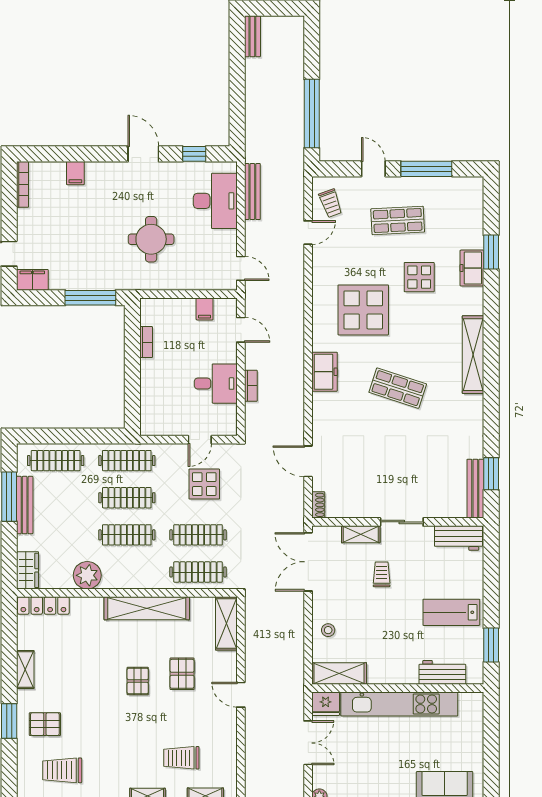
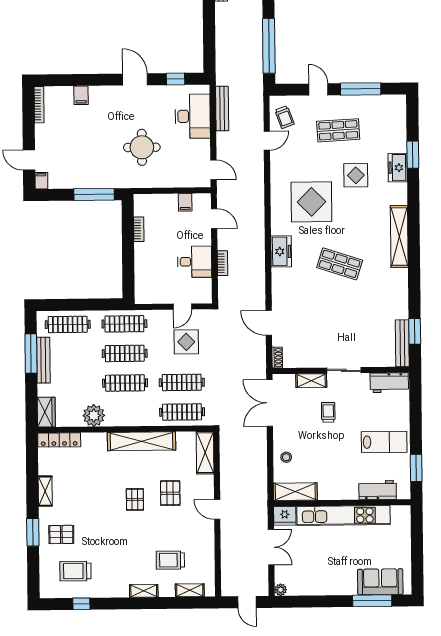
filing cabinet: (32, 280) -> (41, 181), width x0.50
lab bench: (451, 612) -> (384, 442), turned 180

